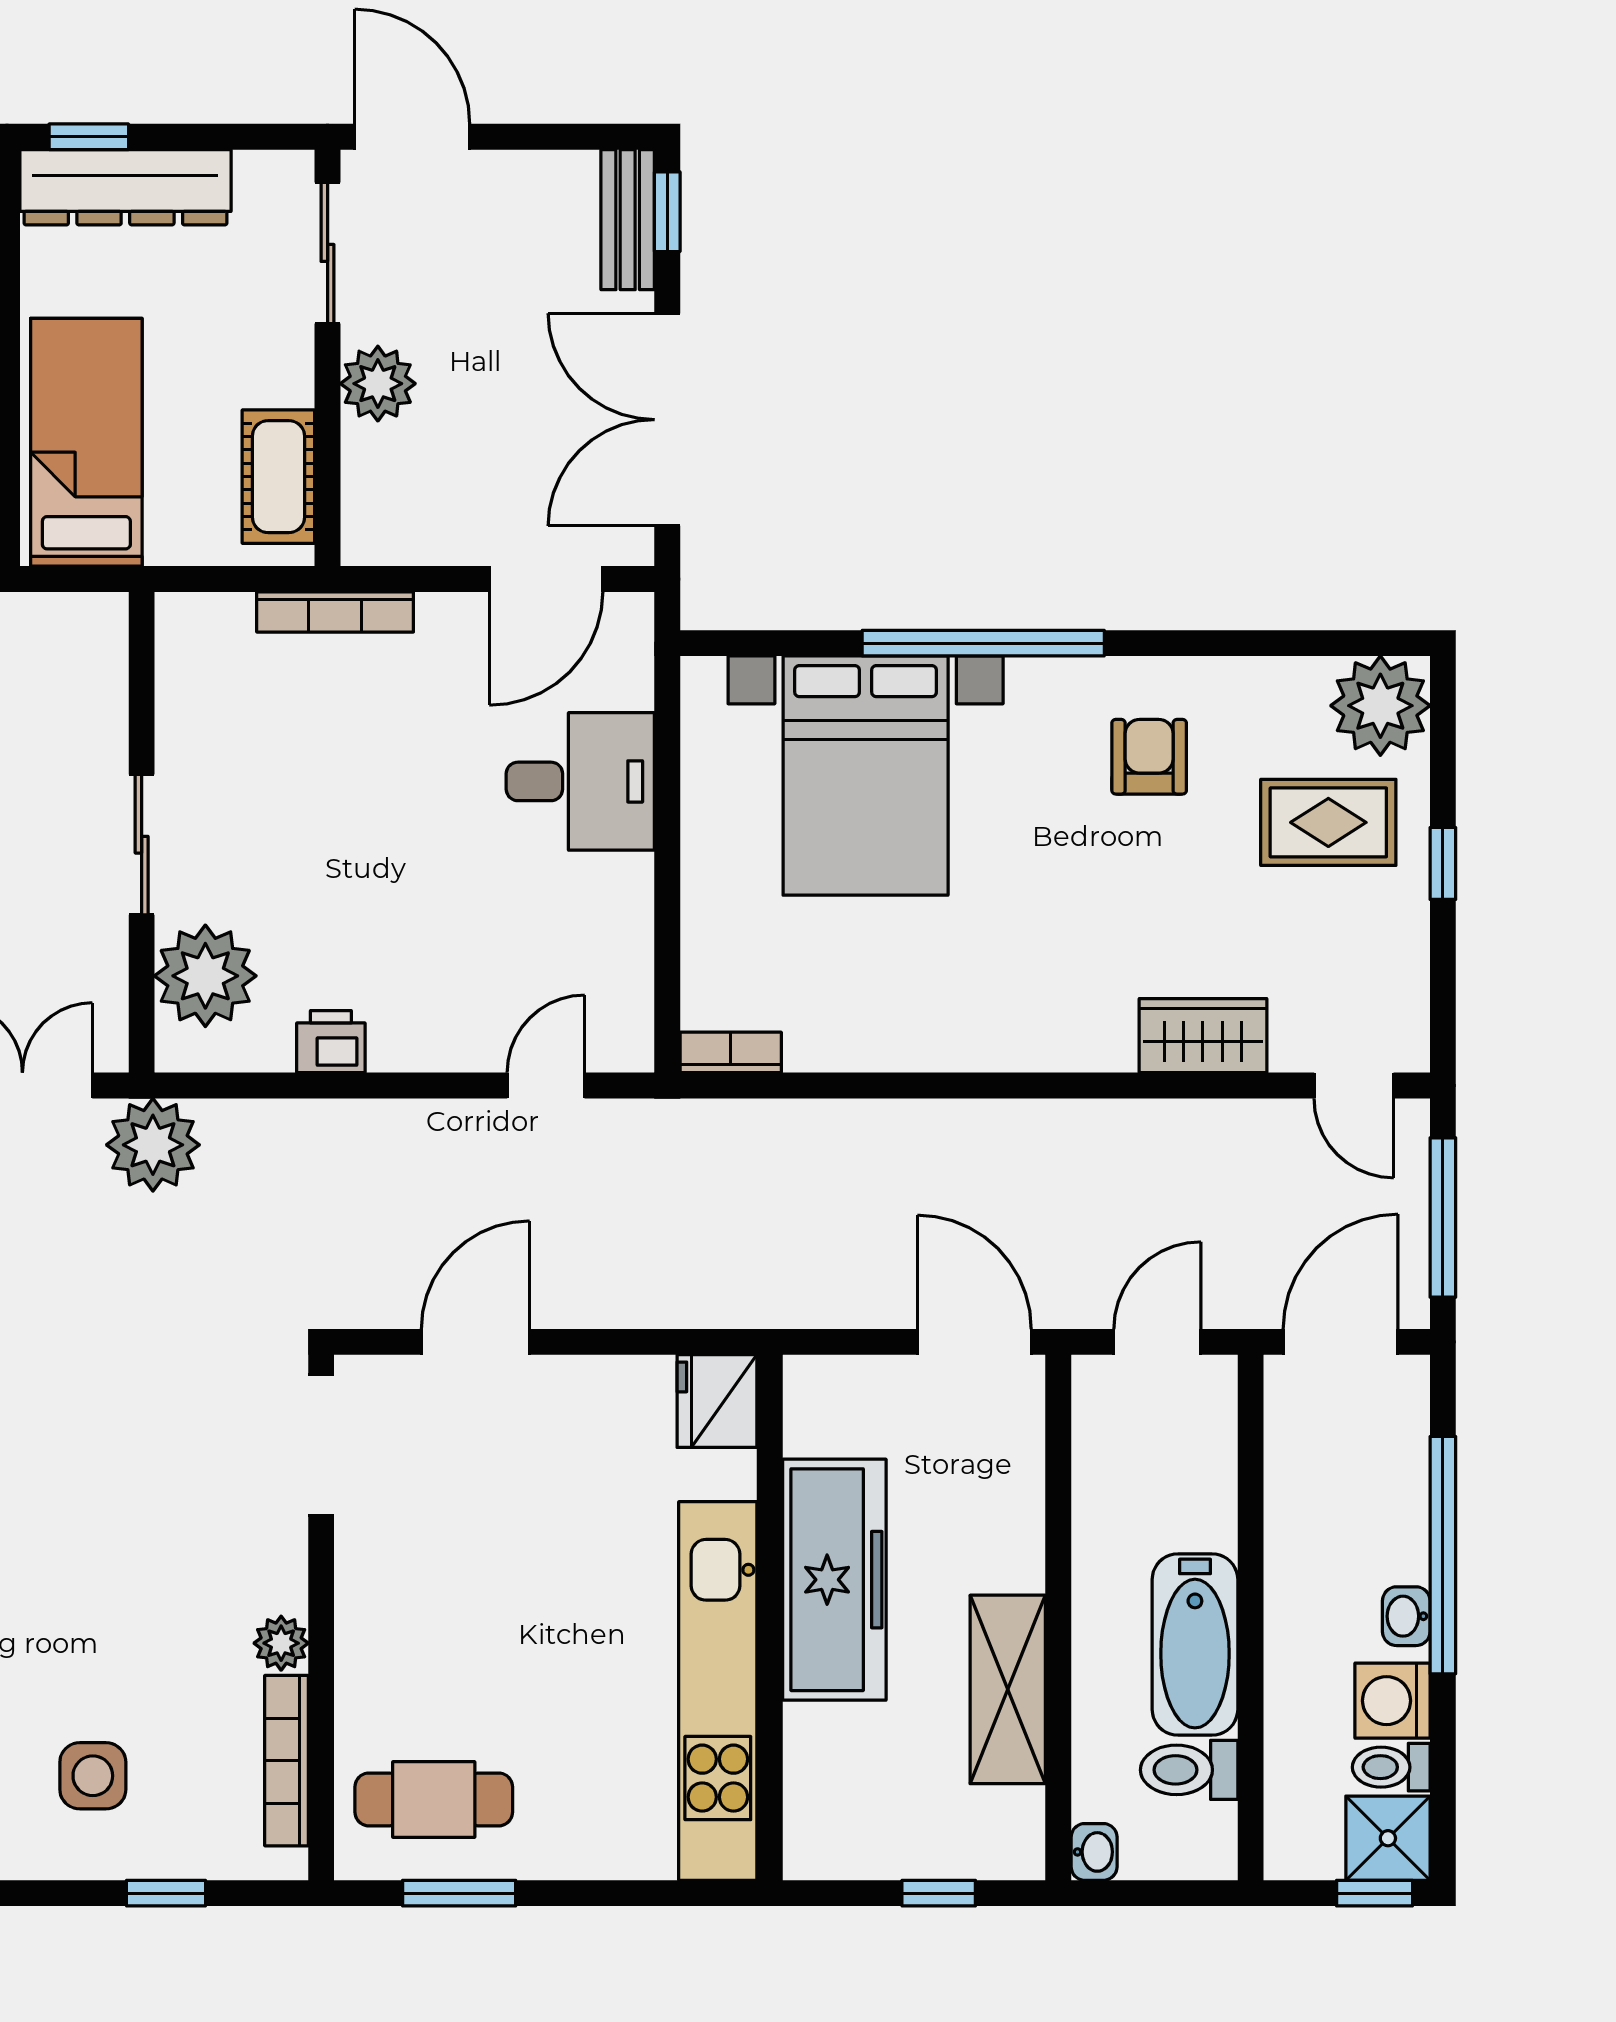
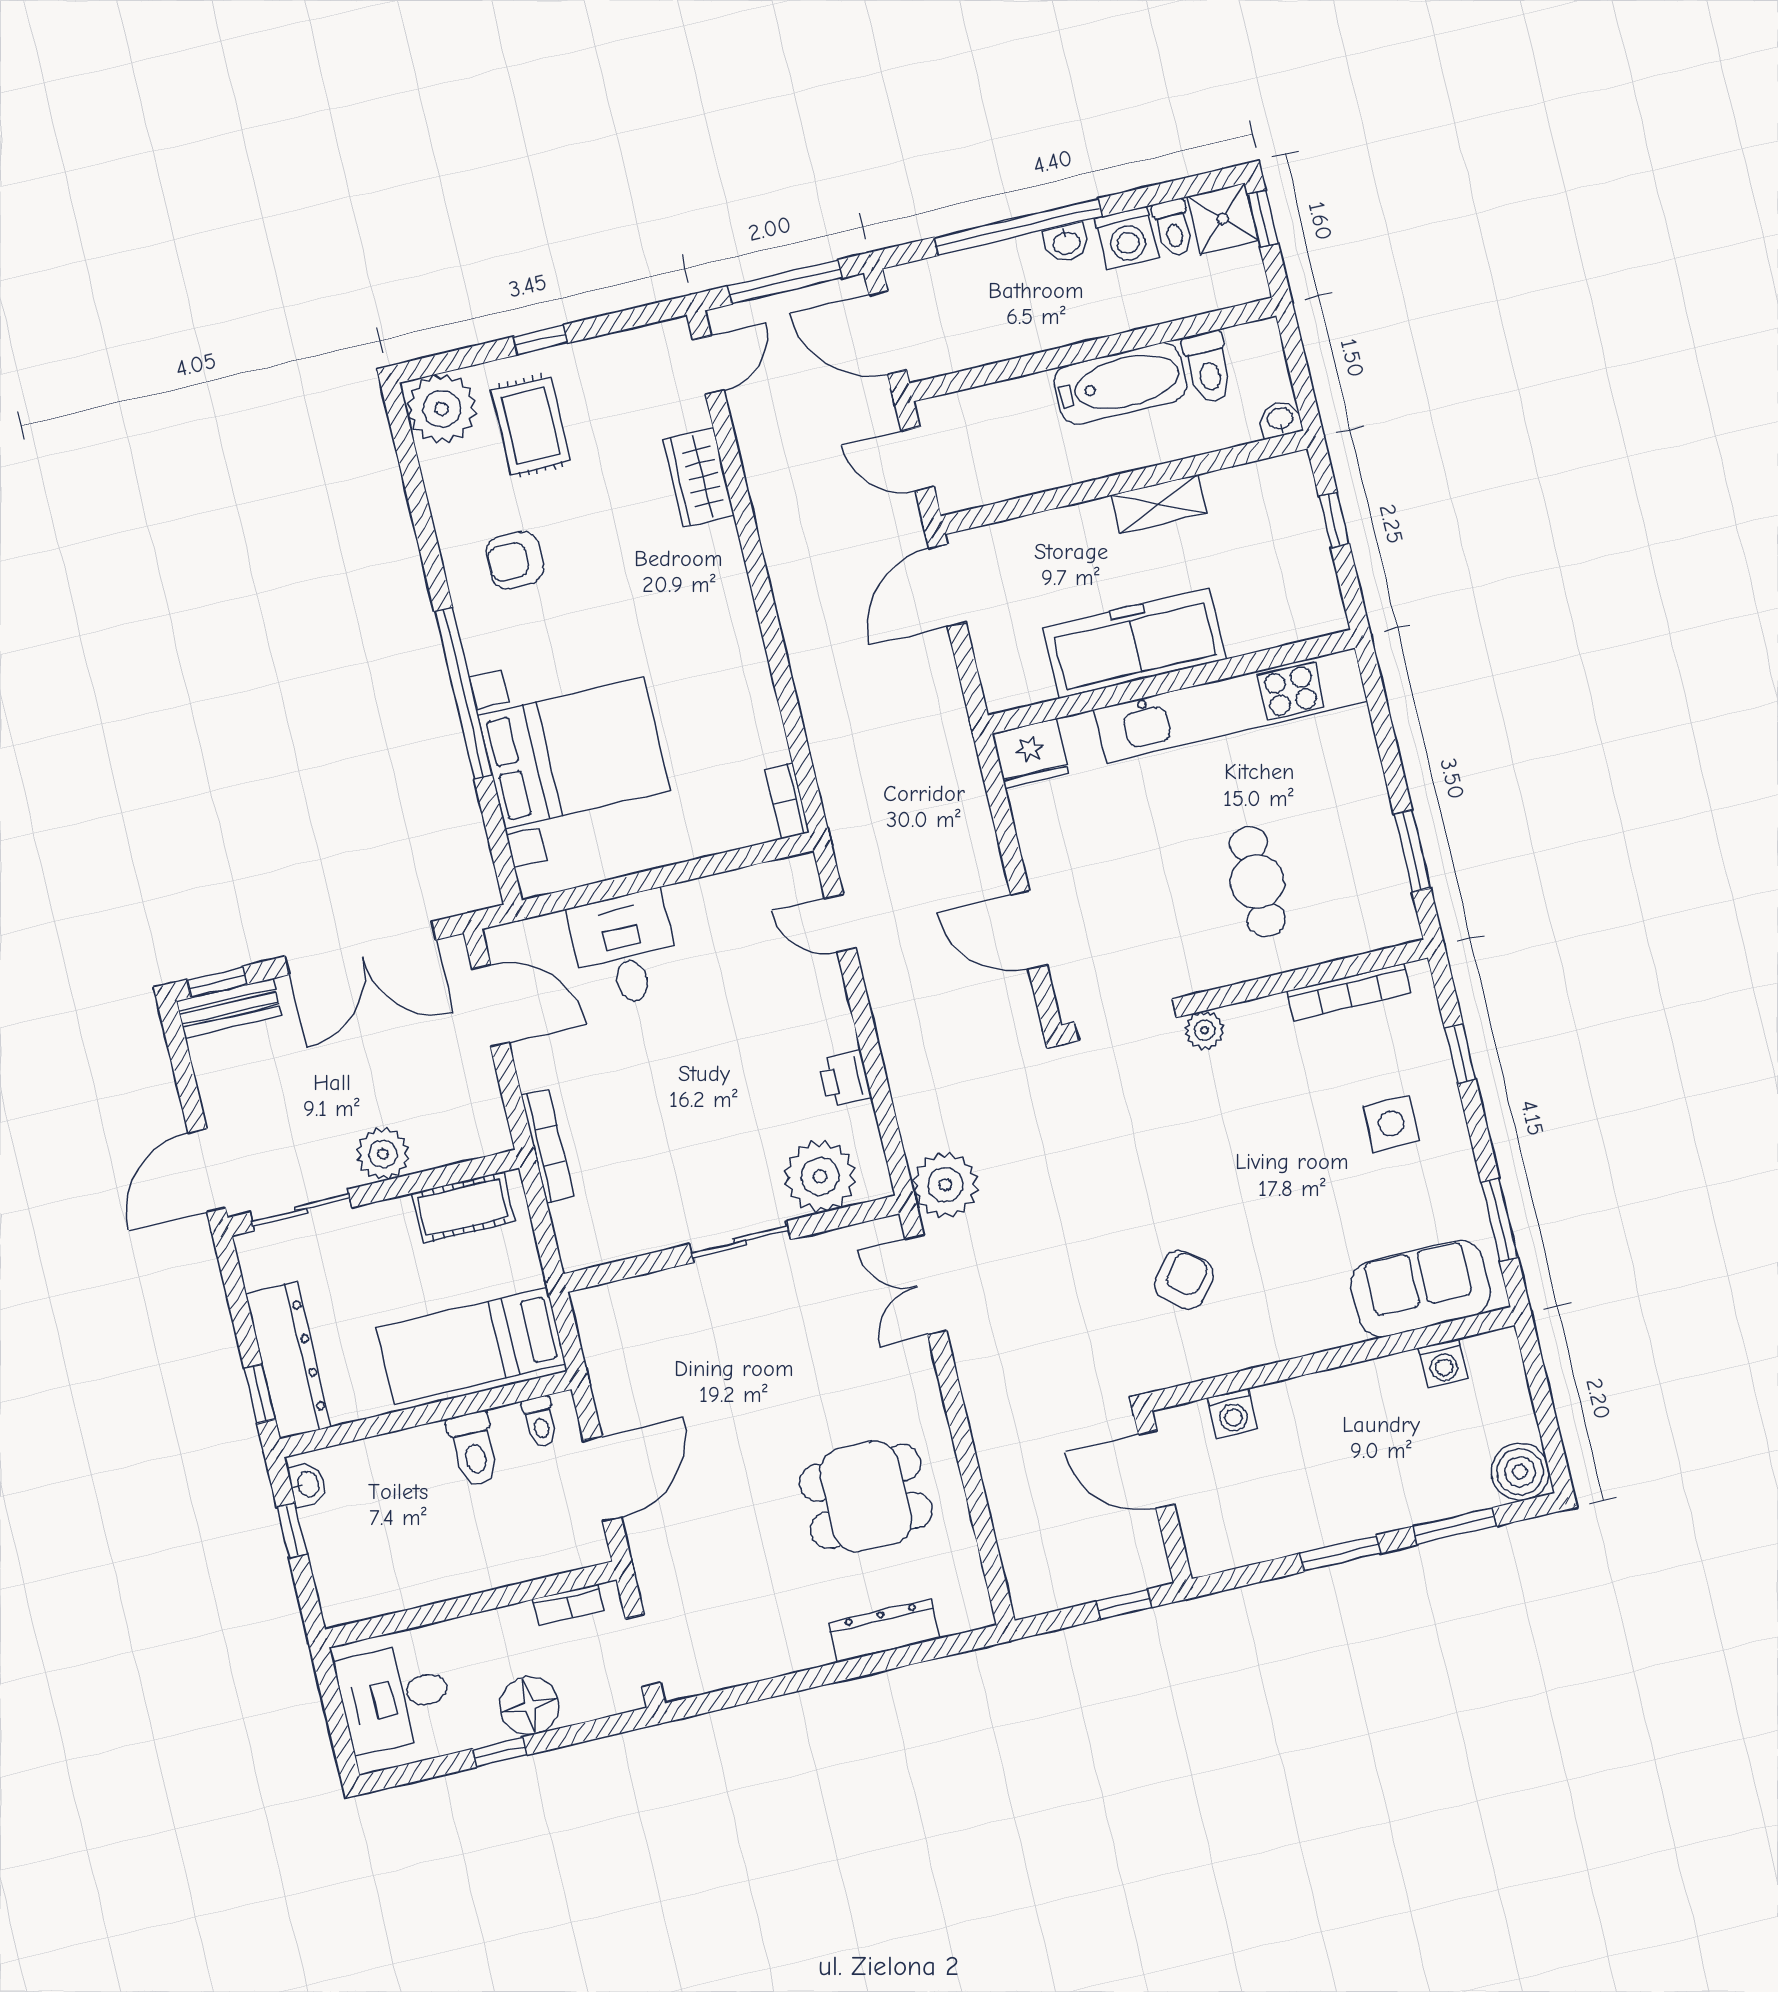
plant: (281, 1643) -> (1204, 1030), moved
shelving: (1008, 1689) -> (1159, 504), width x0.67, depth x0.75
cafe table: (434, 1799) -> (1257, 882), moved

